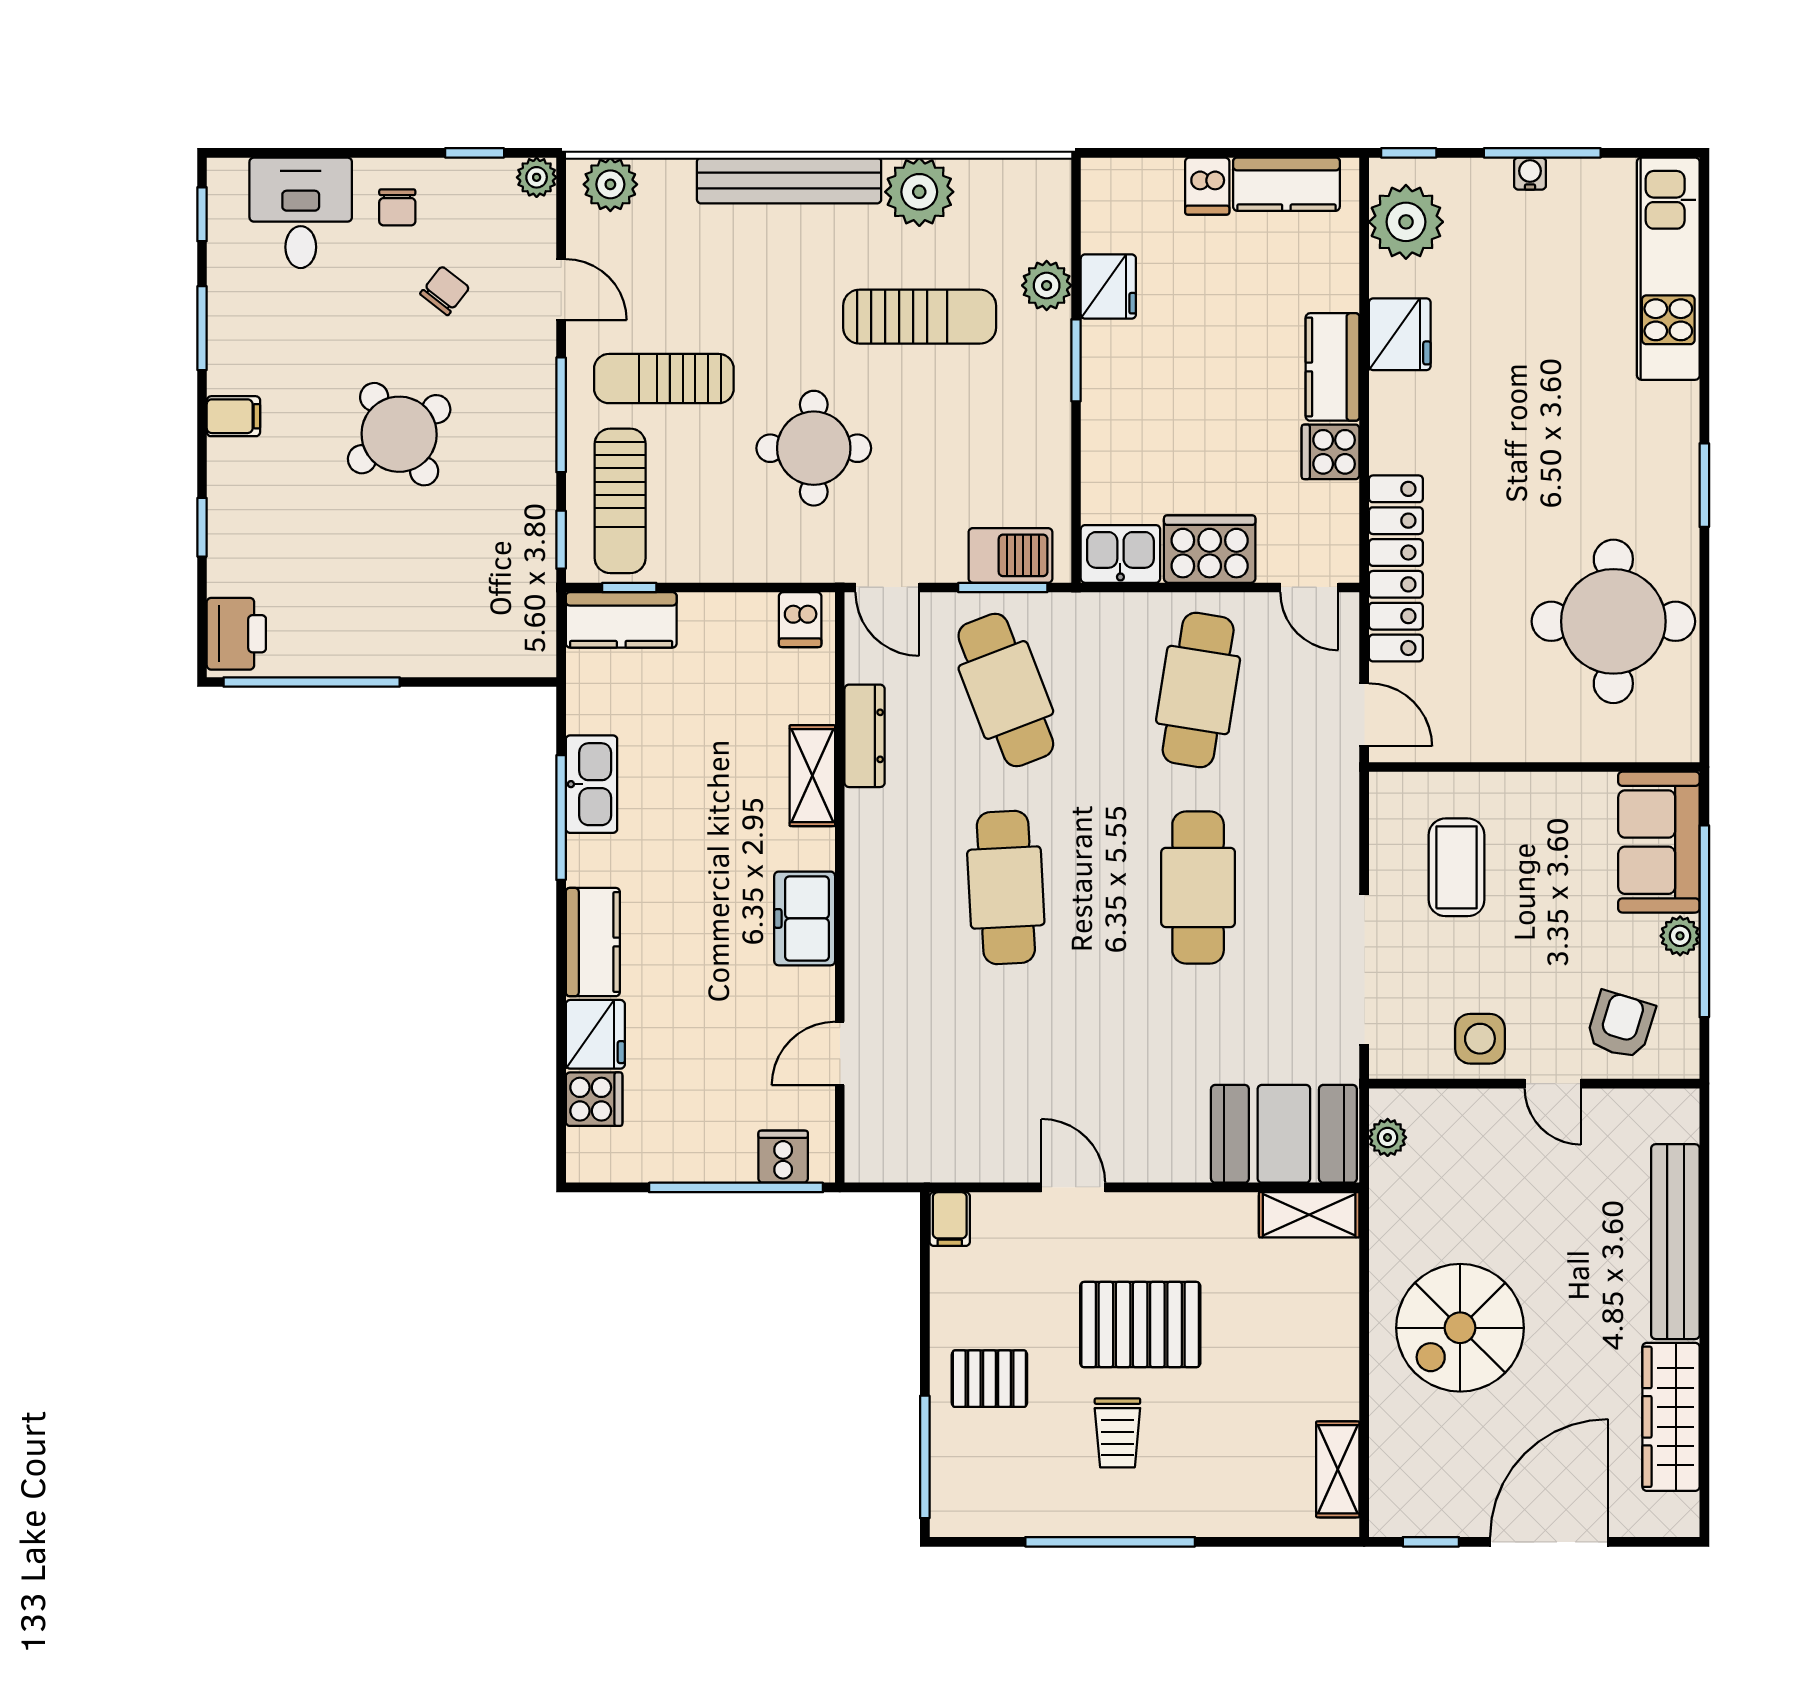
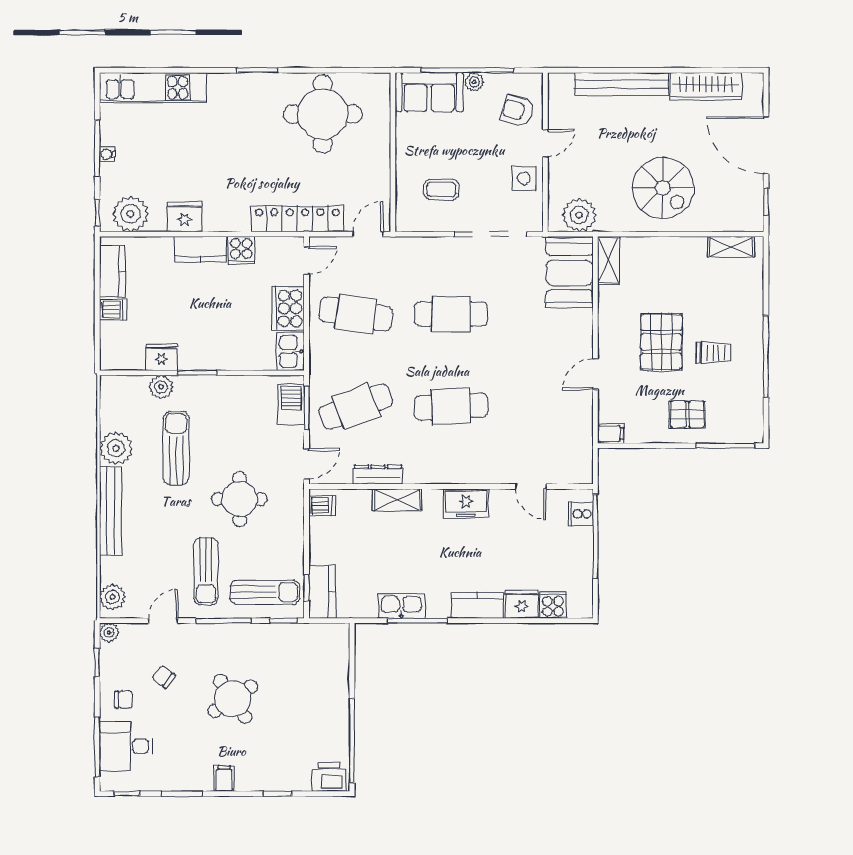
window: (299, 153) -> (97, 747), added
coffee table: (1457, 867) -> (441, 190), width x0.73, depth x0.77
plant: (1388, 1137) -> (579, 215), width x1.88, depth x1.88
pallet: (989, 1379) -> (687, 414), turned 90

